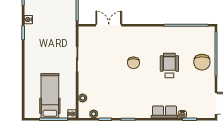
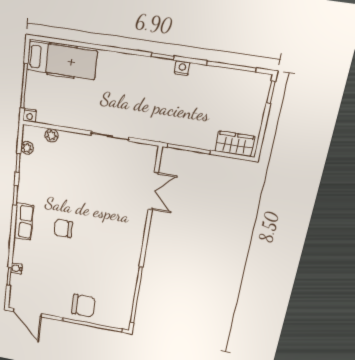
chair: (202, 62) -> (83, 306), turned 180
chair: (133, 63) -> (63, 228), moved
wheelchair: (169, 65) -> (84, 264), removed
hospital bed: (50, 96) -> (62, 60), moved
row of seats: (164, 112) -> (24, 221), moved

